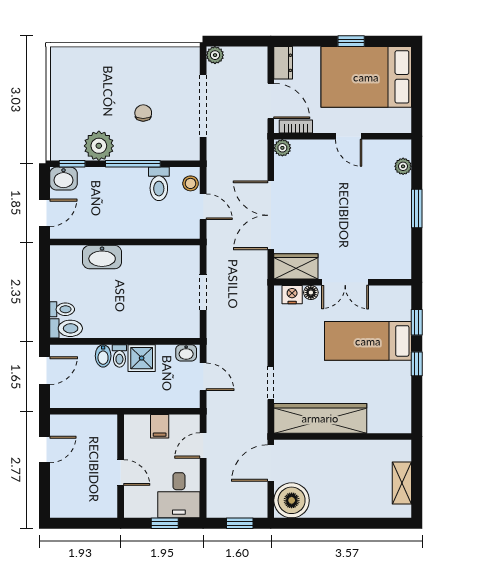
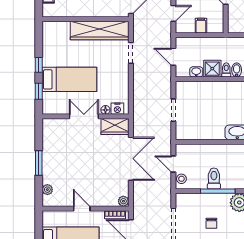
toilet: (159, 184) -> (214, 179), moved
washbasin: (186, 353) -> (196, 72), moved

